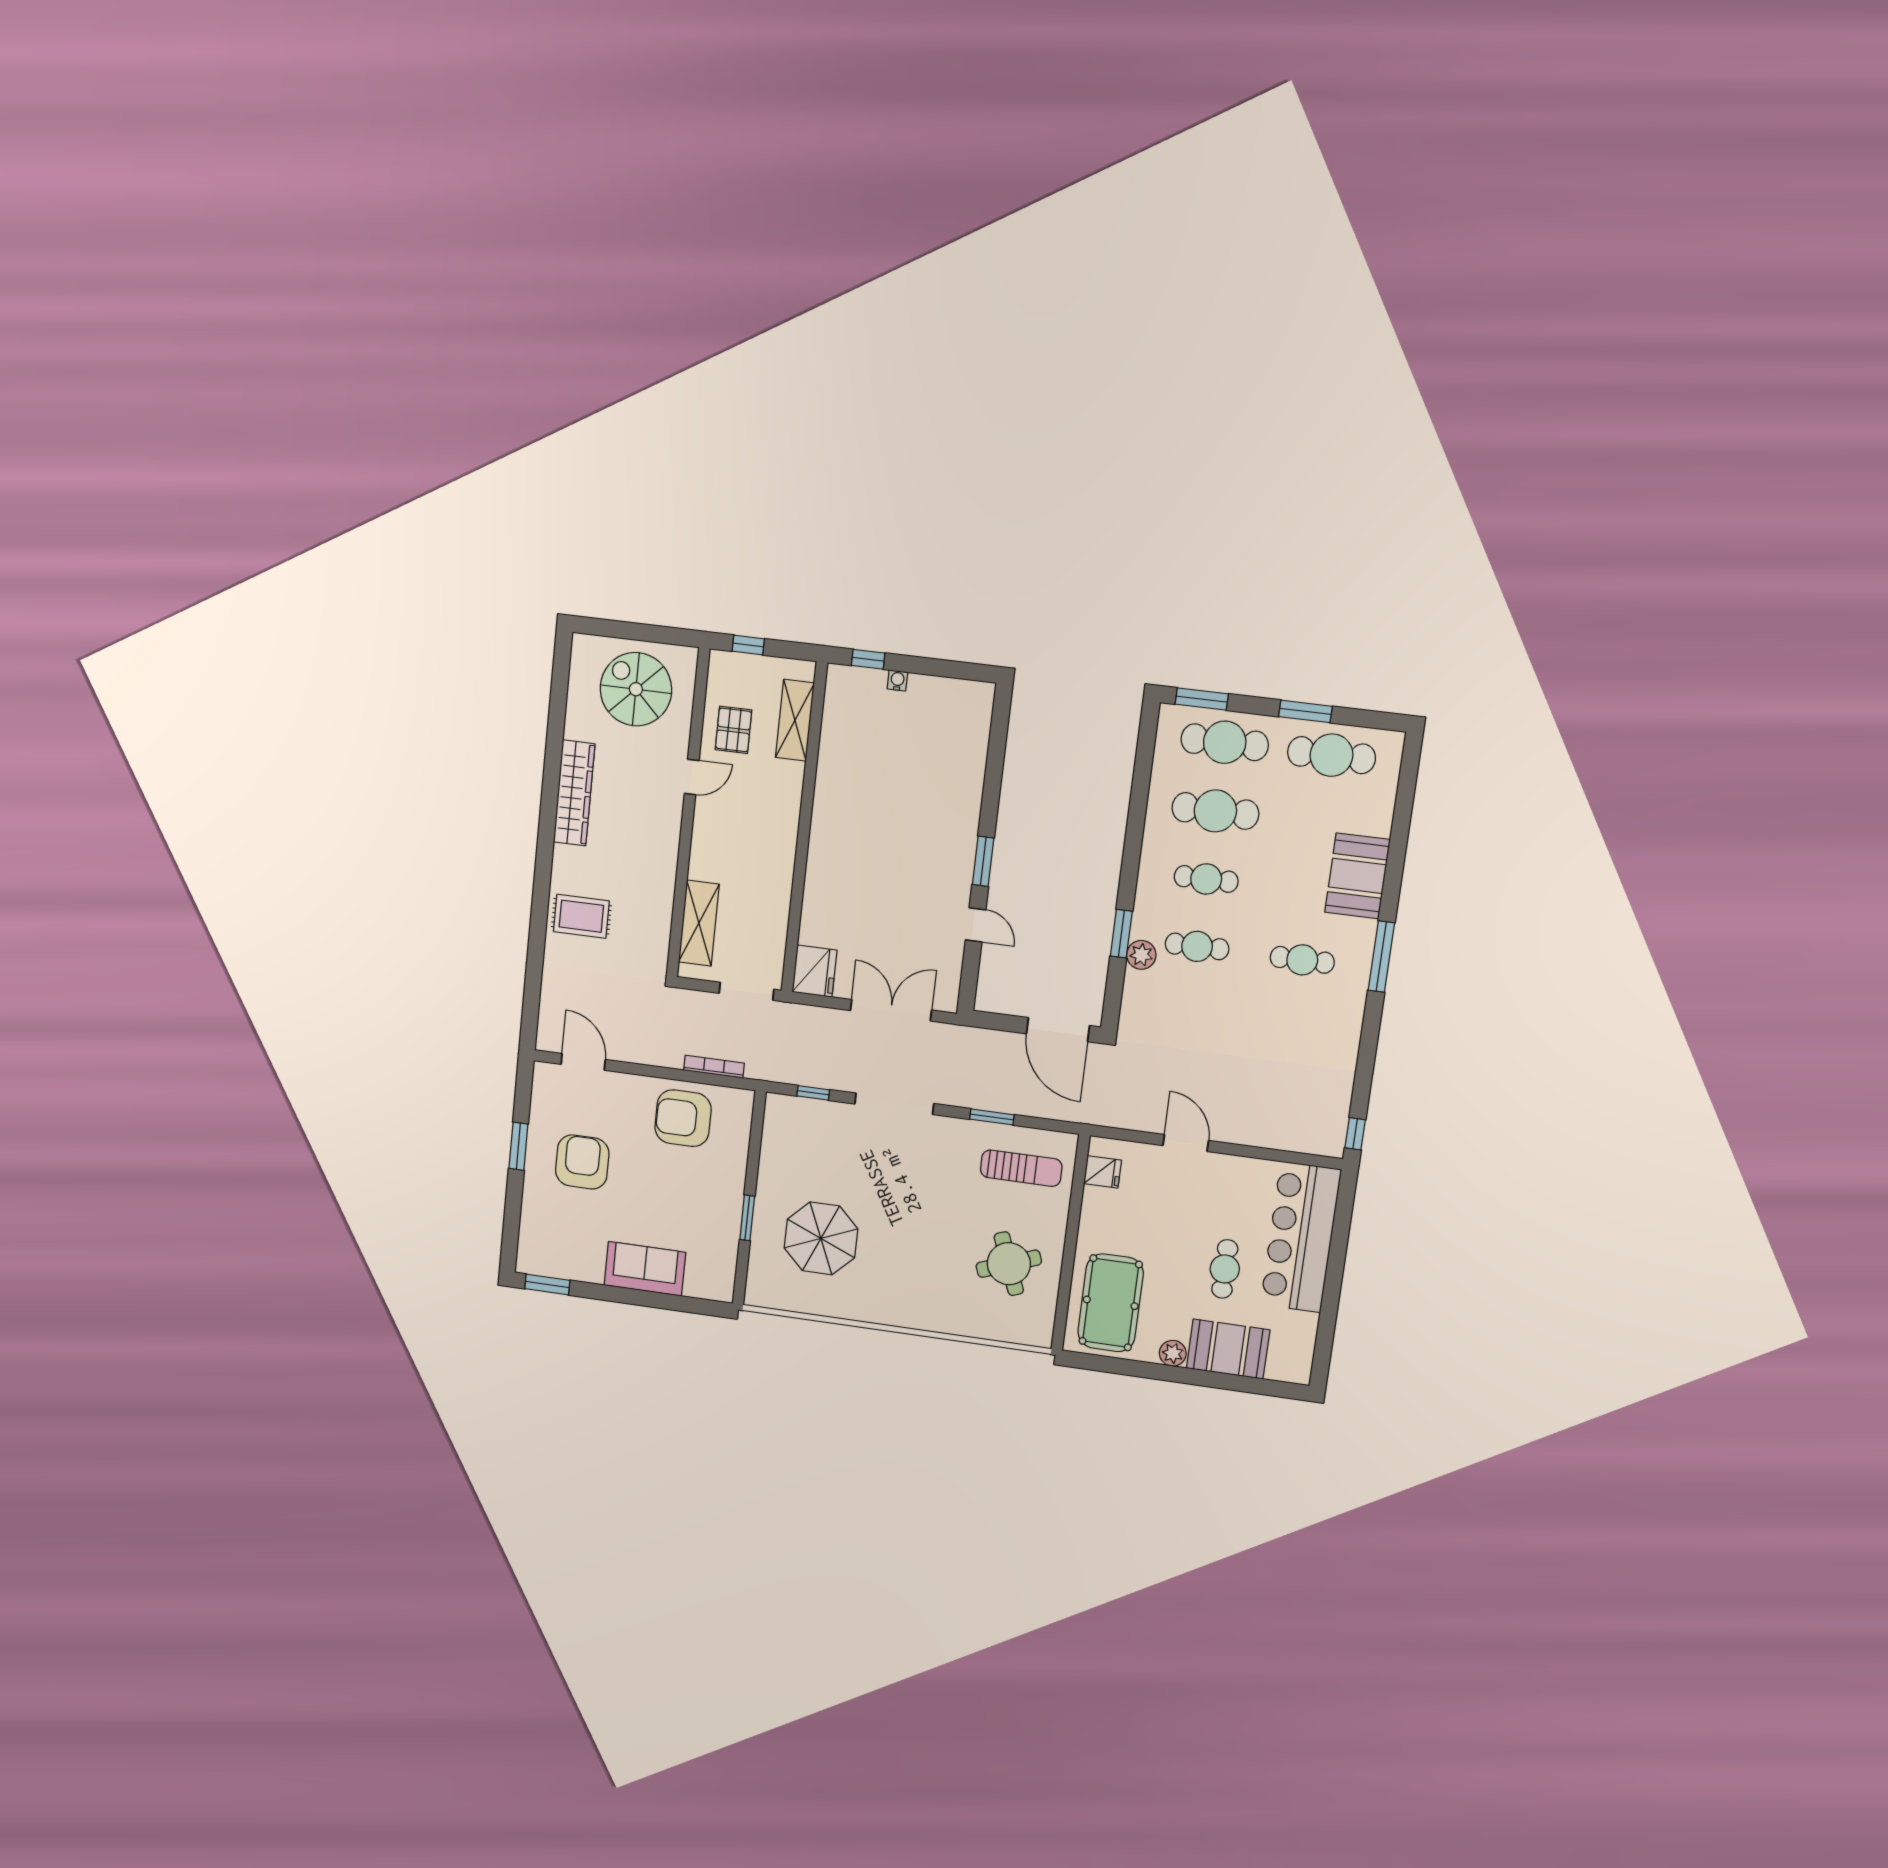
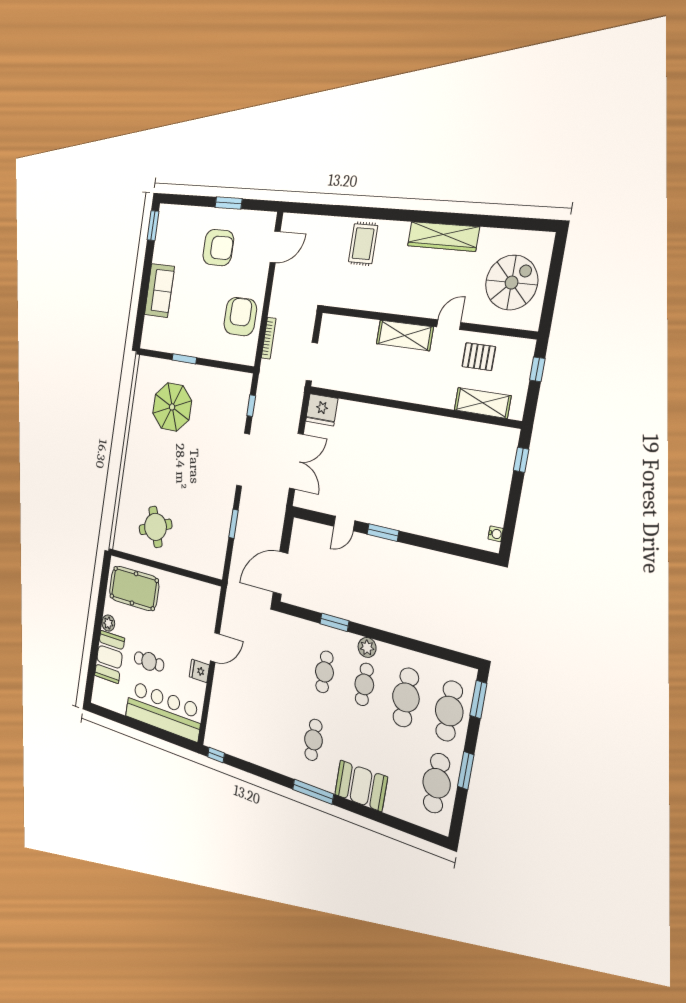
water cooler: (897, 680) -> (496, 534), moved
door: (692, 777) -> (449, 325), swing flipped
shelving: (699, 923) -> (405, 335), moved
plant: (1141, 955) -> (367, 647), moved
sun lounger: (1021, 1168) -> (205, 540), removed
fridge: (1103, 1172) -> (199, 671), moved, turned 90

